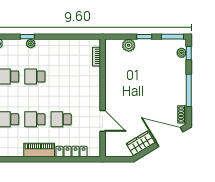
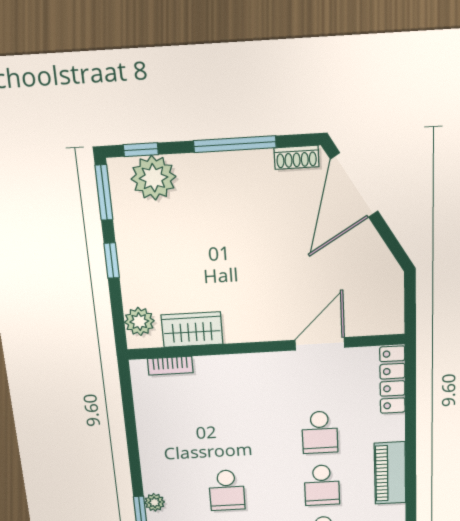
plant: (129, 45) -> (139, 321), moved
plant: (181, 53) -> (153, 178), width x1.87, depth x1.87
wardrobe: (141, 143) -> (192, 330), moved, turned 121
locker: (71, 152) -> (393, 380), moved

